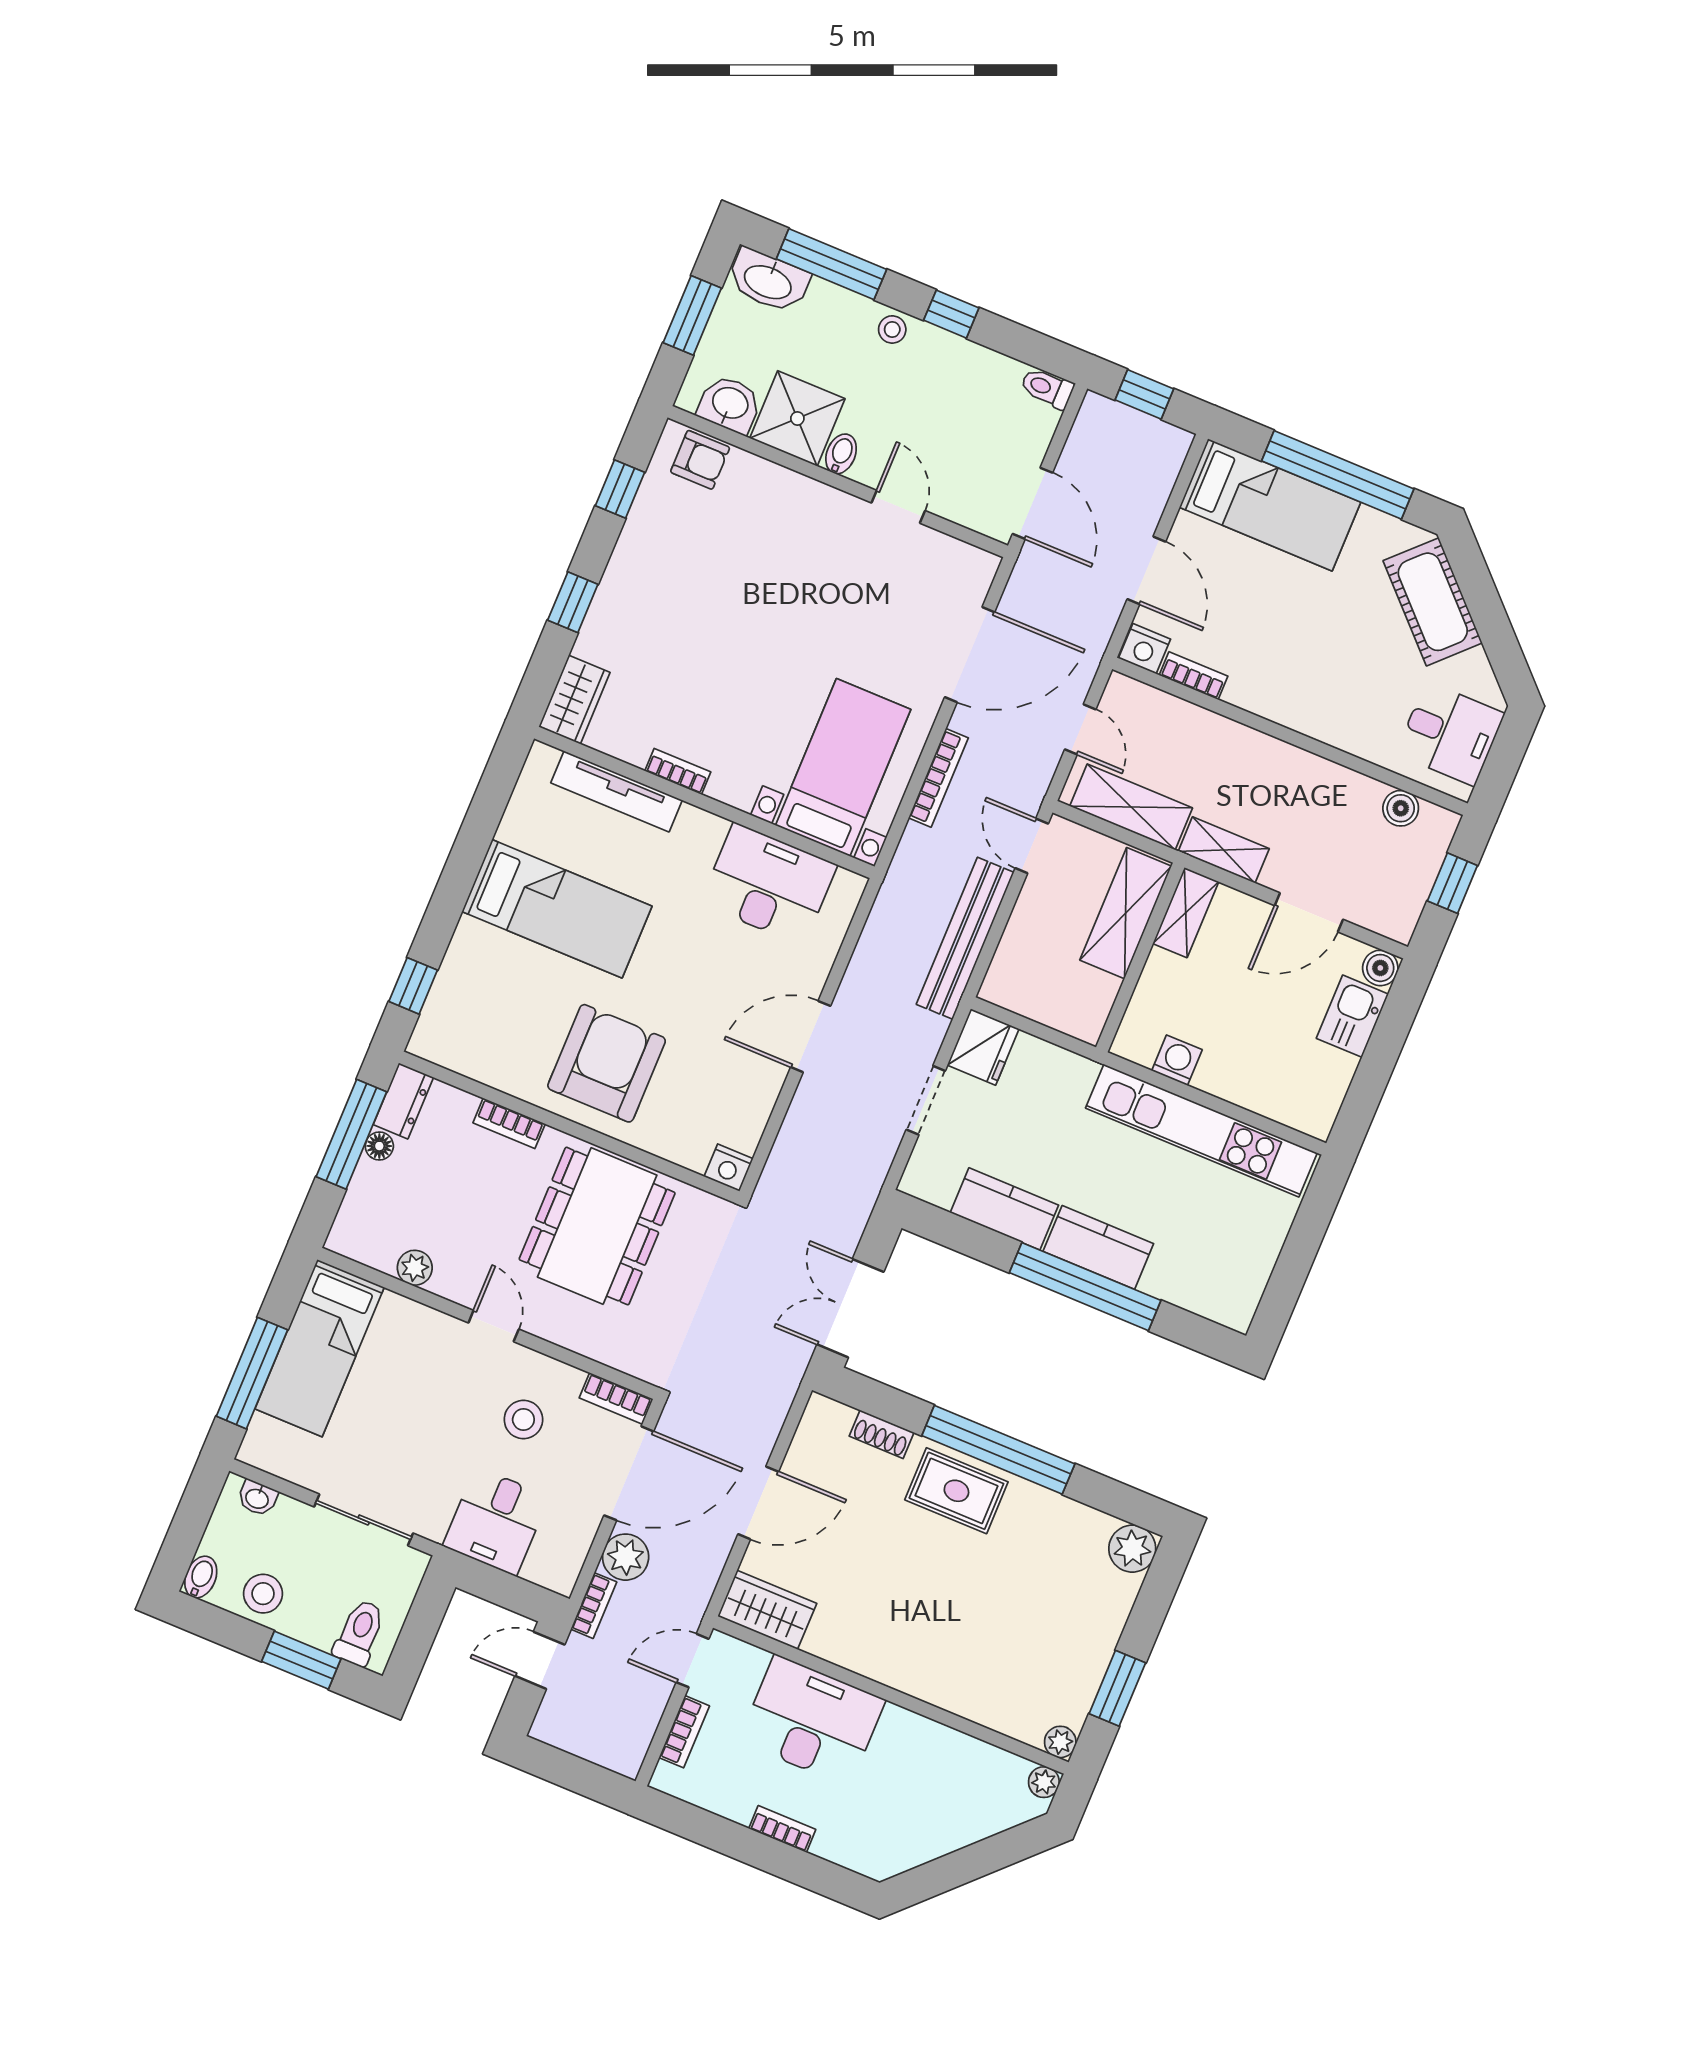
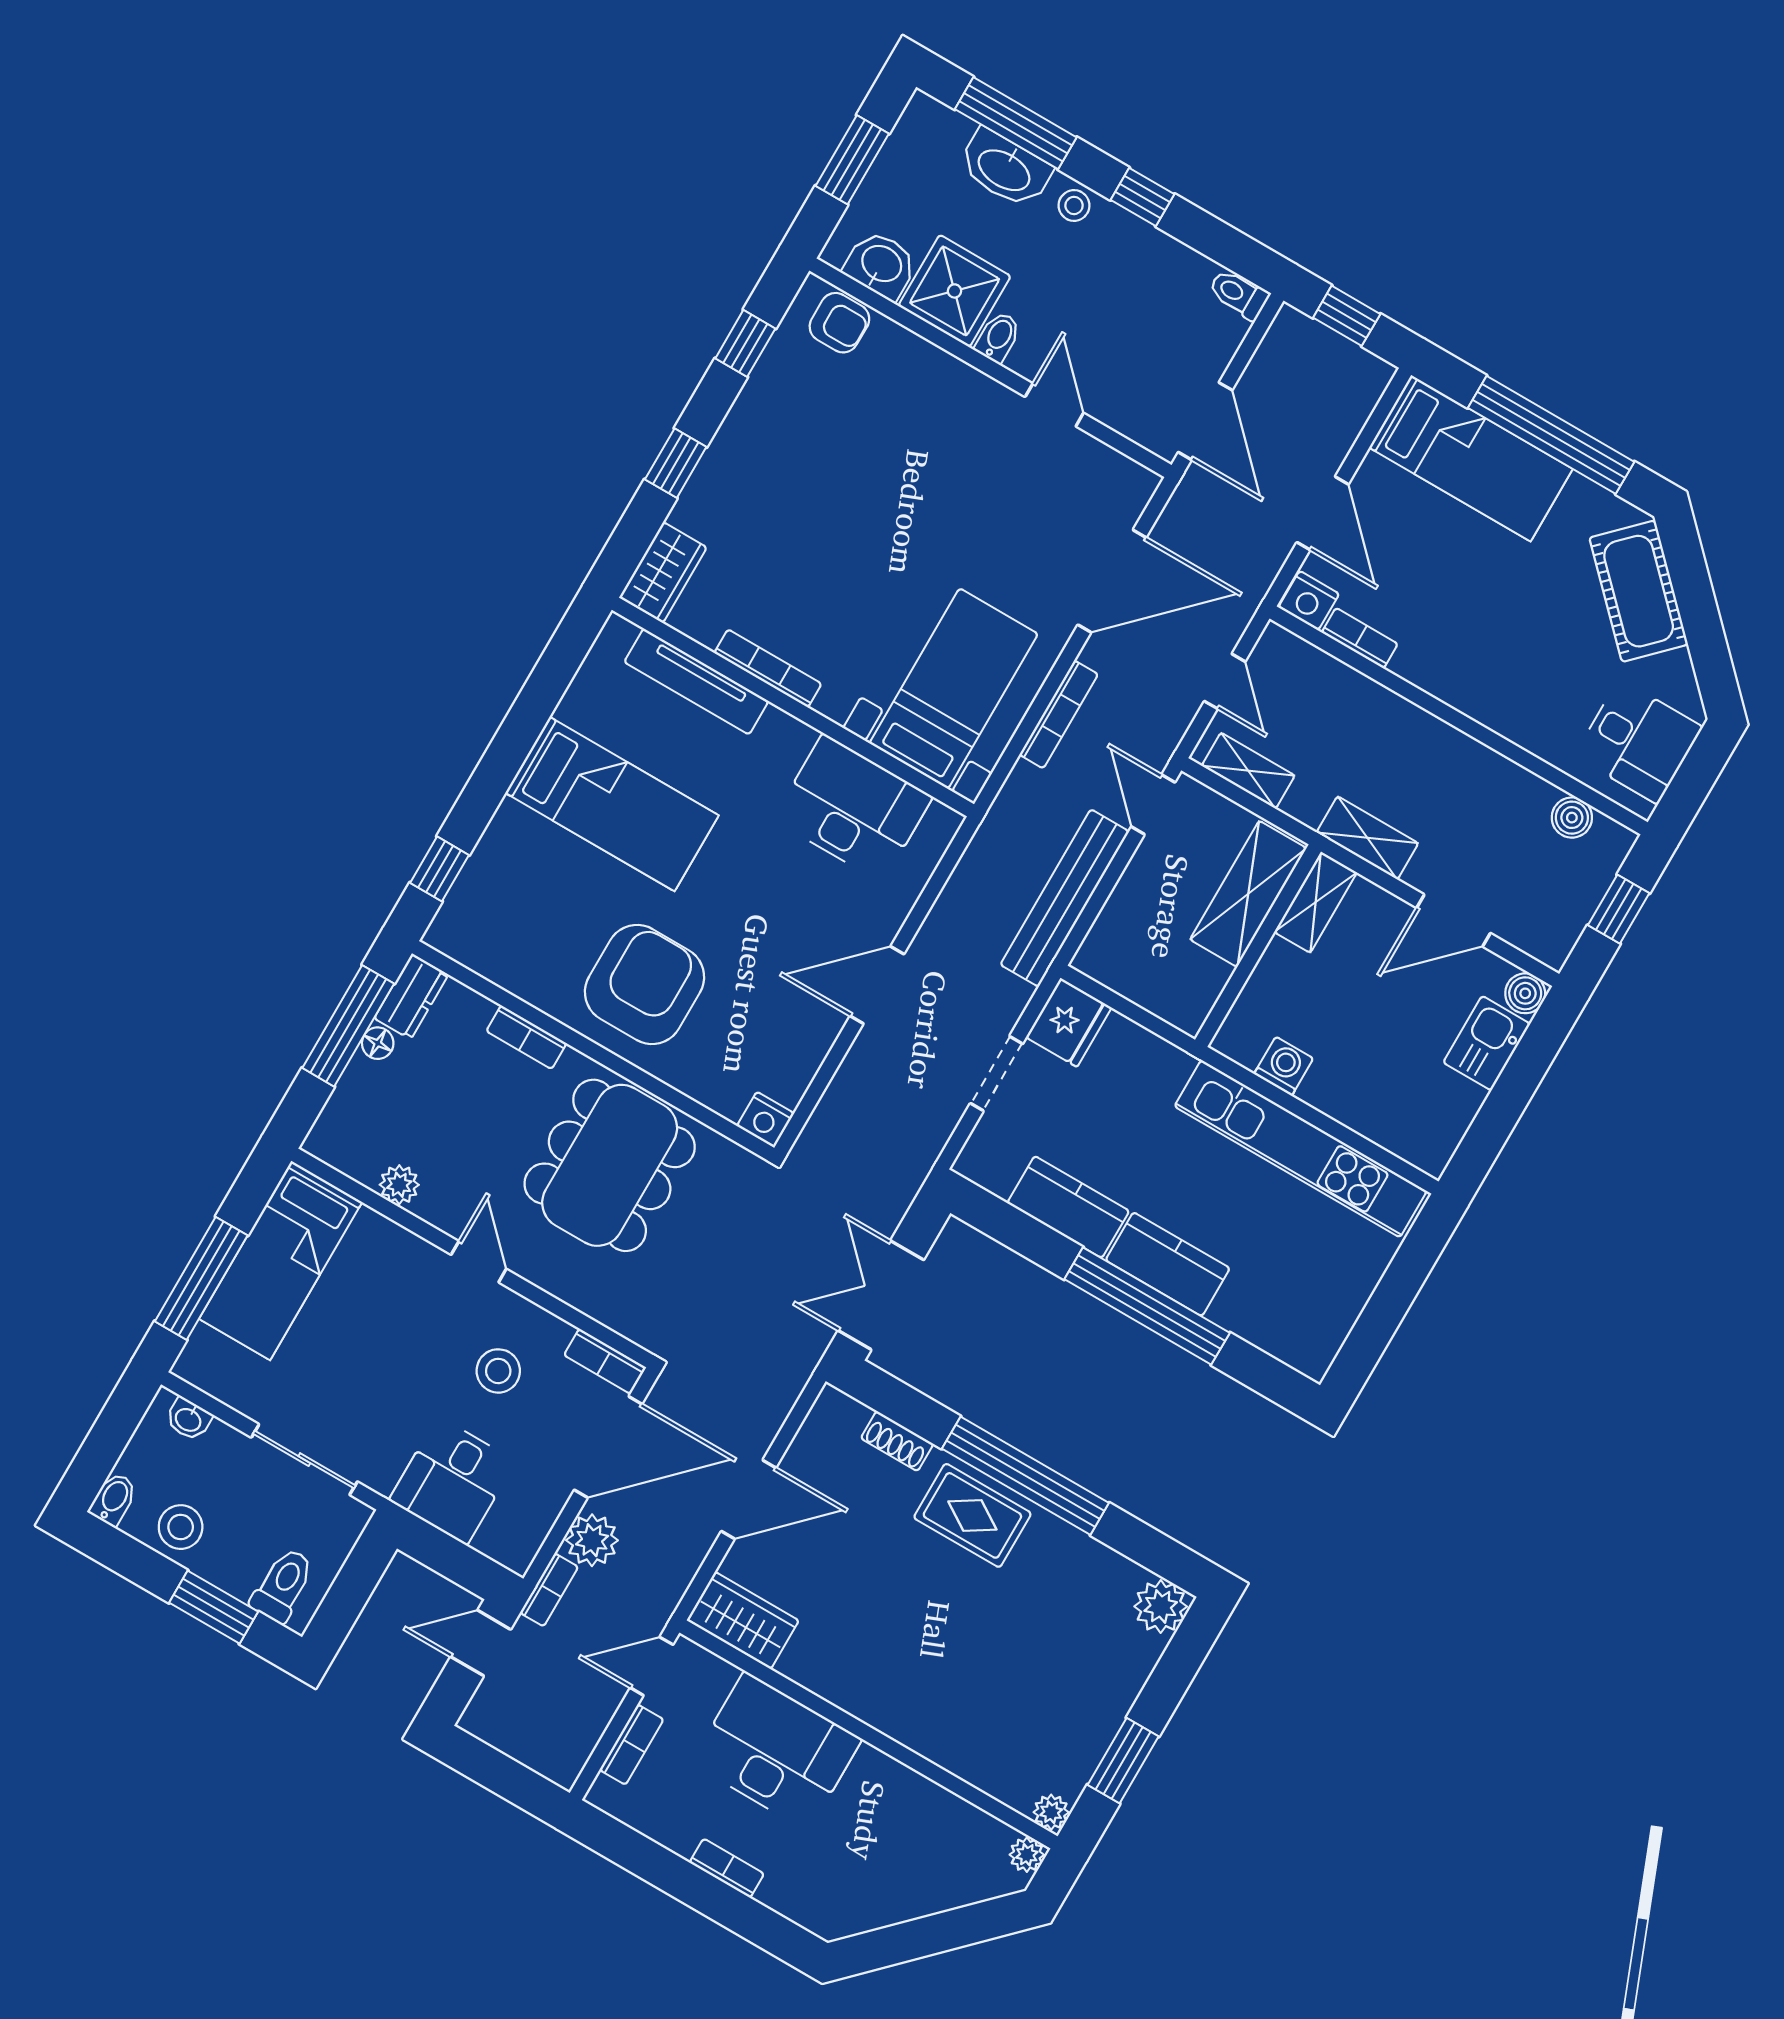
washbasin: (768, 281) -> (1005, 169), moved
bookcase: (678, 771) -> (768, 668), width x1.56
shelving: (1131, 807) -> (1248, 771), width x0.67, depth x0.75

